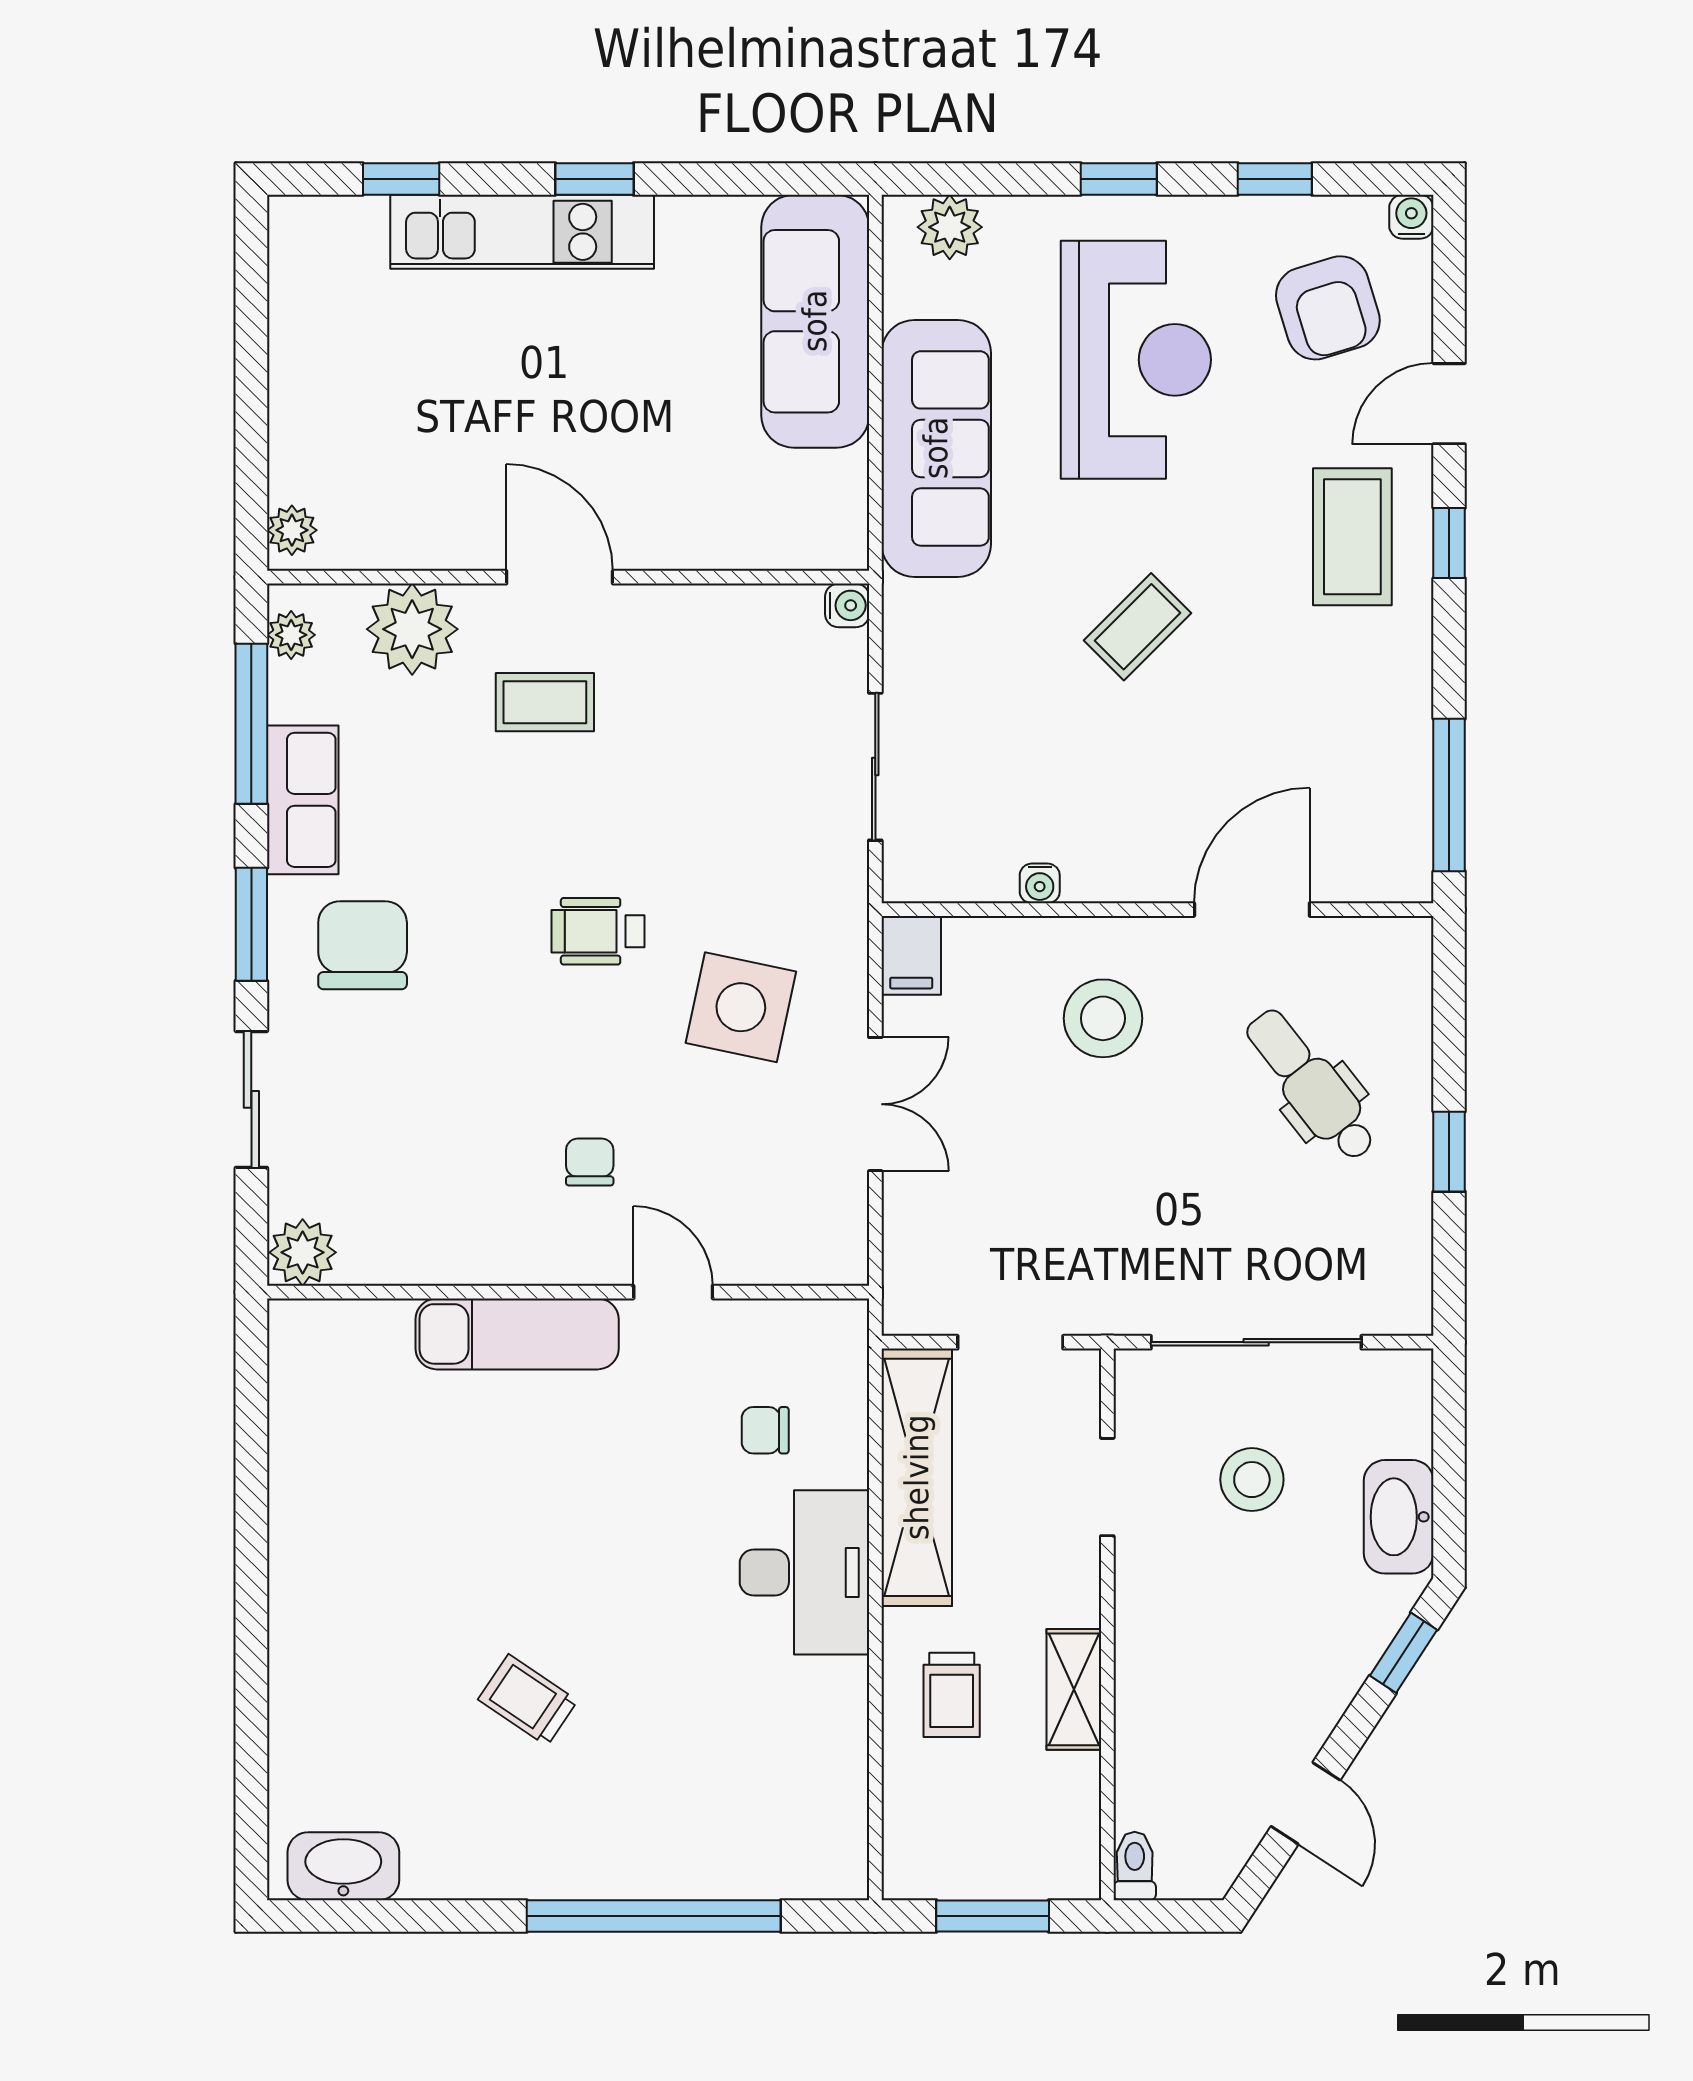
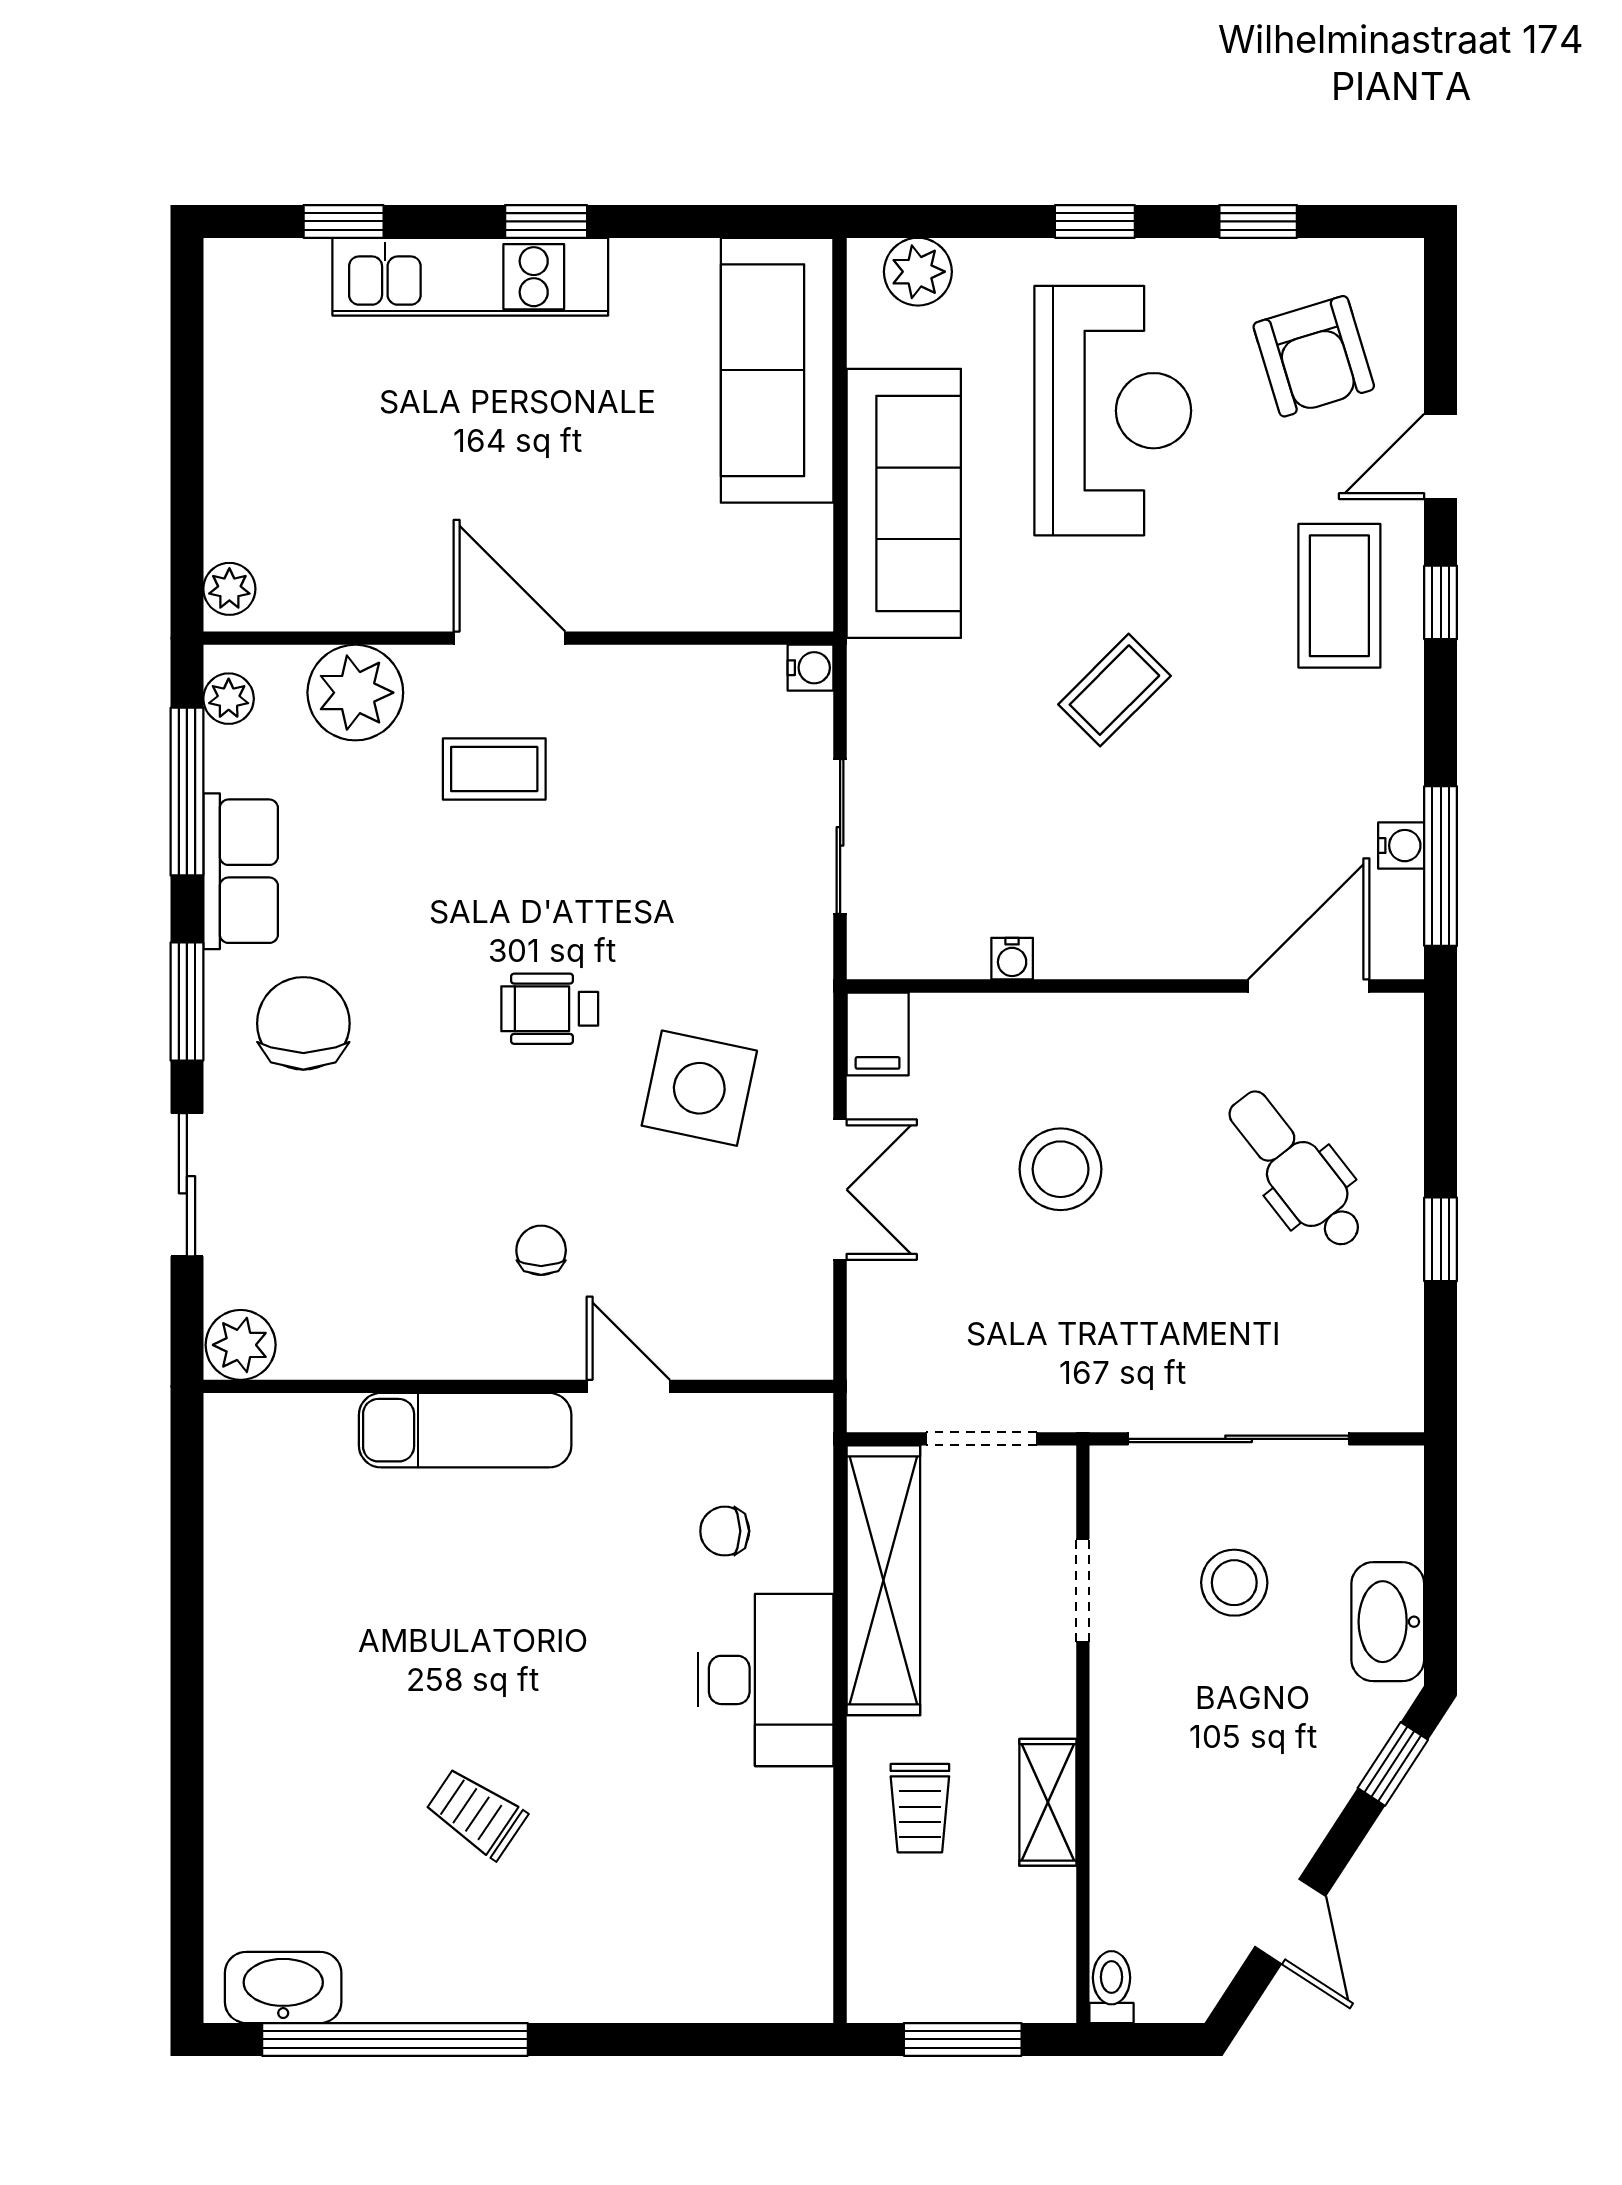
water cooler: (1411, 217) -> (1401, 846), moved, turned 90
door: (1252, 910) -> (1309, 986), moved
stool: (1103, 1018) -> (1061, 1169), moved
window: (654, 1916) -> (395, 2039), moved

